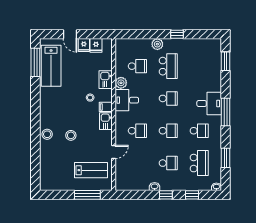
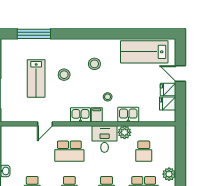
door: (70, 34) -> (180, 74), hinge flipped
window: (35, 62) -> (34, 34), moved
school desk: (137, 131) -> (69, 151), width x1.85
stool: (47, 134) -> (94, 64), moved
door: (114, 152) -> (45, 124), hinge flipped
lab bench: (91, 170) -> (36, 78), moved

